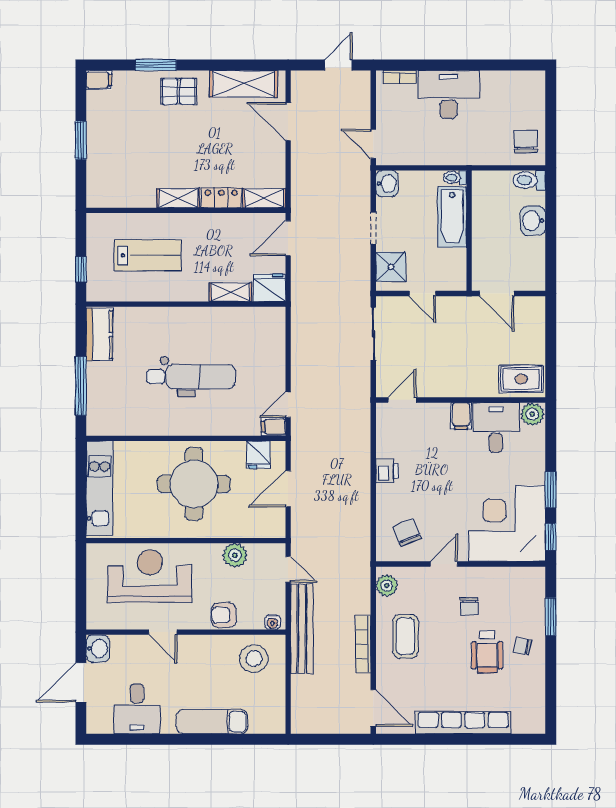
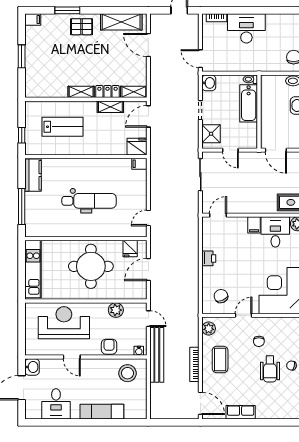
shelving: (230, 292) -> (110, 107), moved
filing cabinet: (273, 427) -> (139, 164), moved
armchair: (224, 615) -> (109, 347), turned 90
row of seats: (463, 723) -> (241, 412), width x0.50

